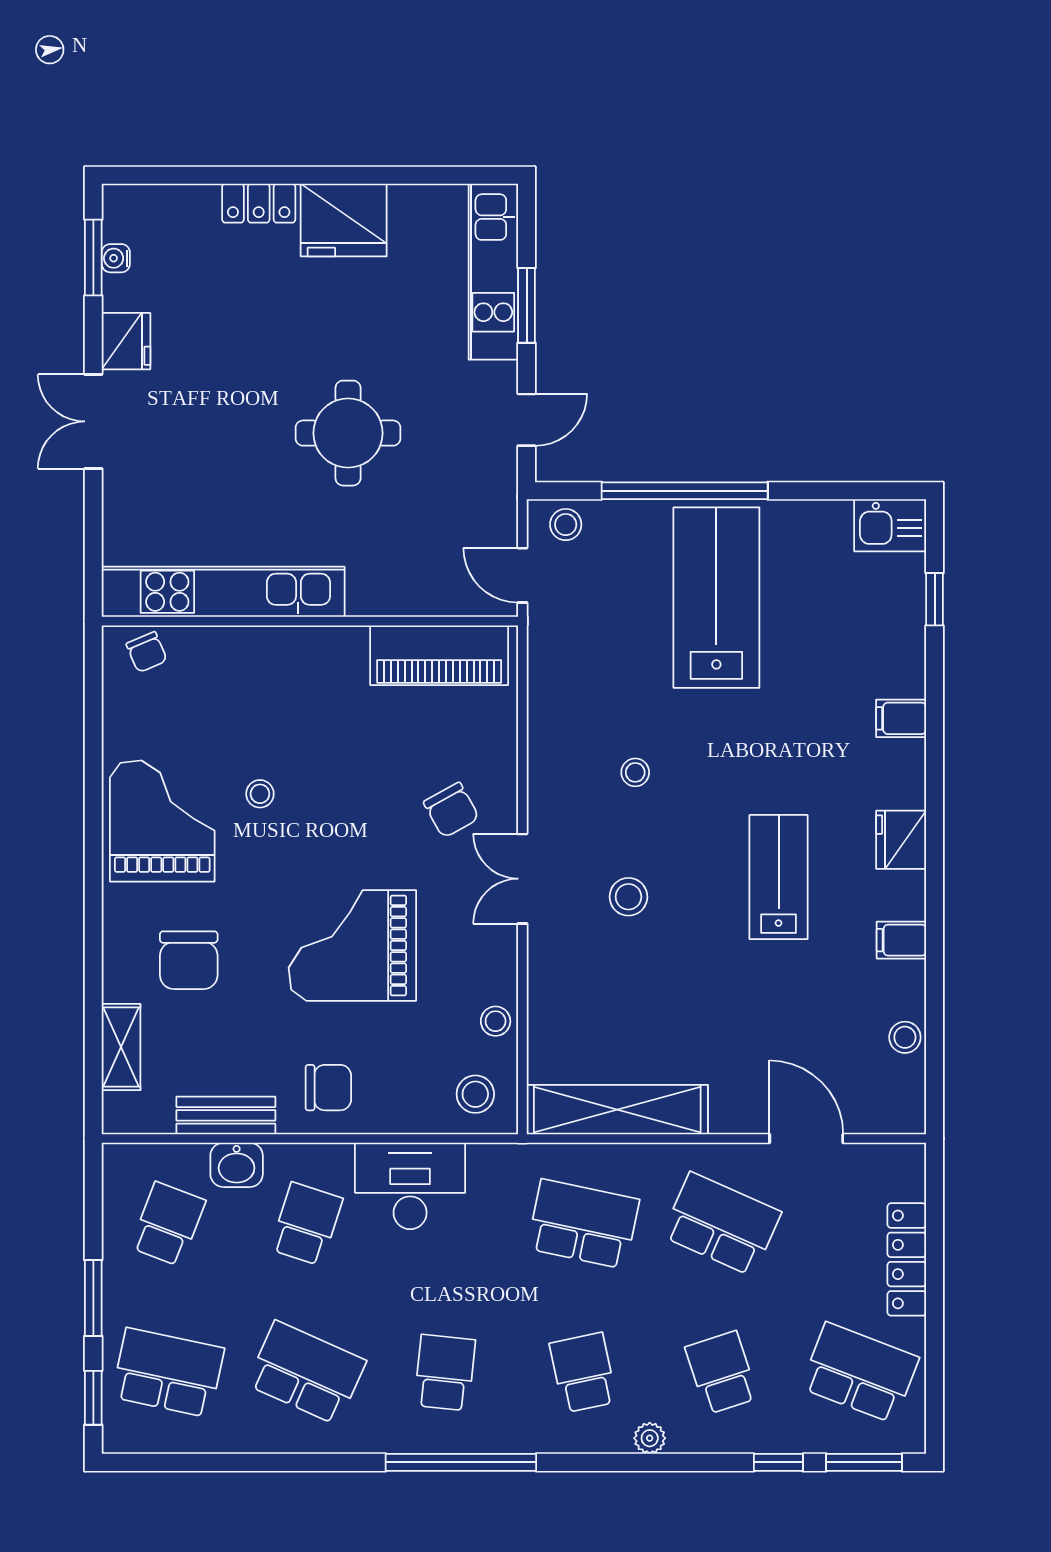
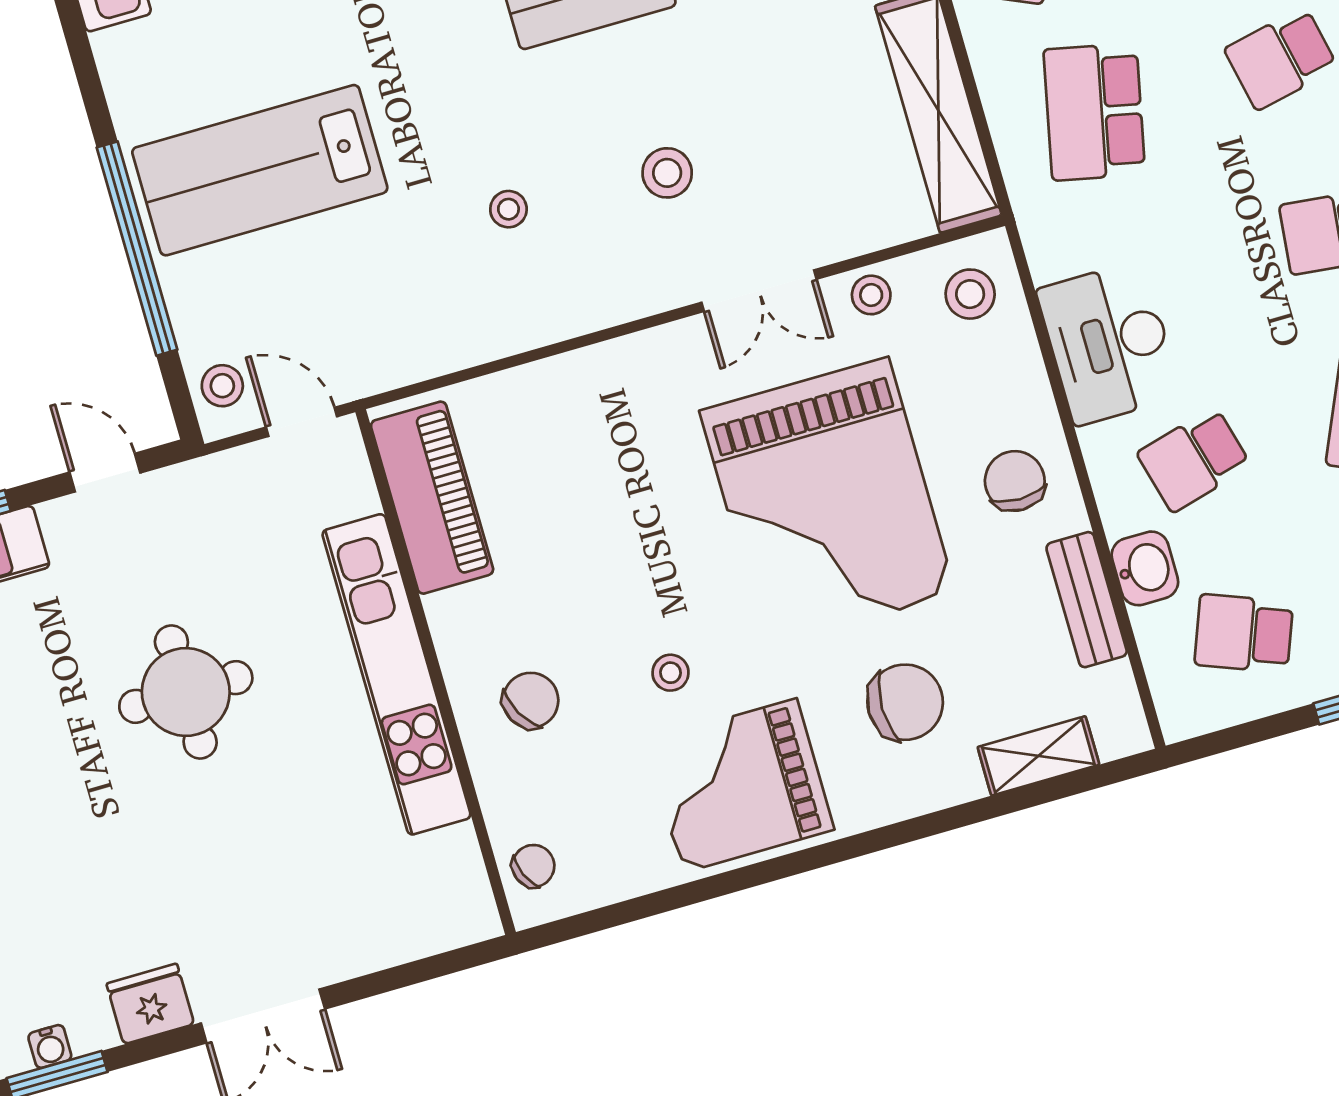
door: (522, 575) -> (302, 422), swing flipped
kitchen unit: (223, 592) -> (396, 674), moved
chair: (451, 810) -> (531, 700), moved
double door: (522, 879) -> (759, 291), moved
grand piano: (352, 946) -> (828, 502), width x1.37, depth x1.48
school desk: (306, 1224) -> (1194, 460), turned -33

